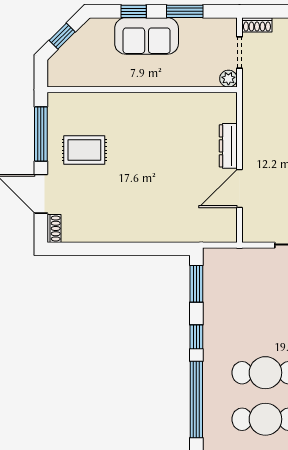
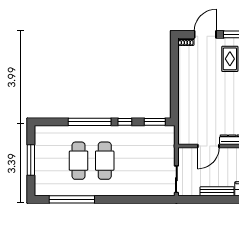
door: (240, 188) -> (208, 146), swing flipped

